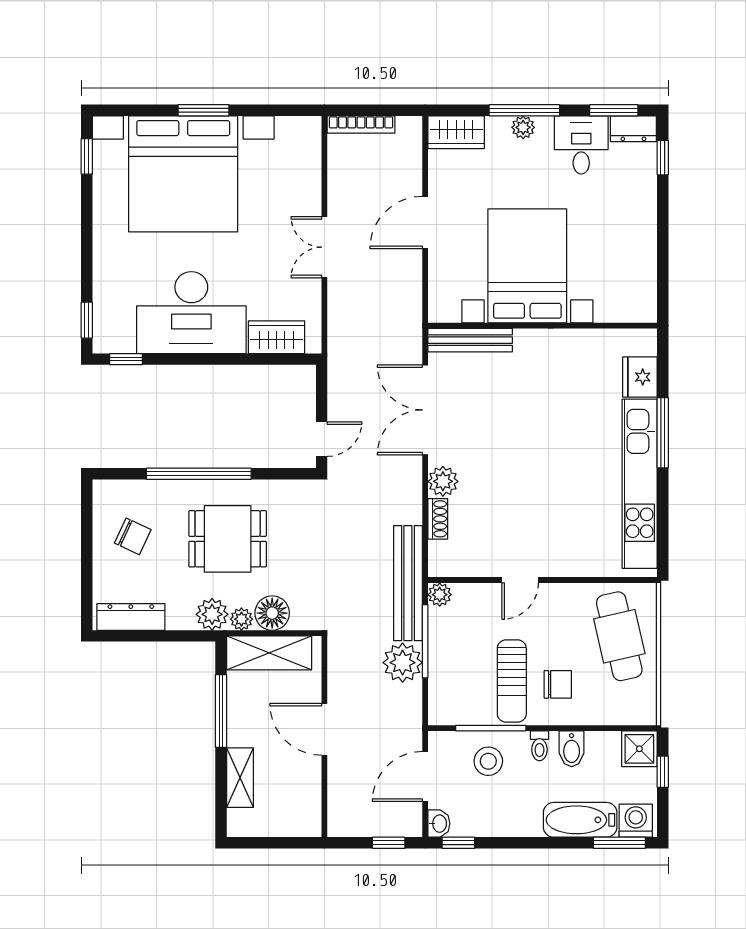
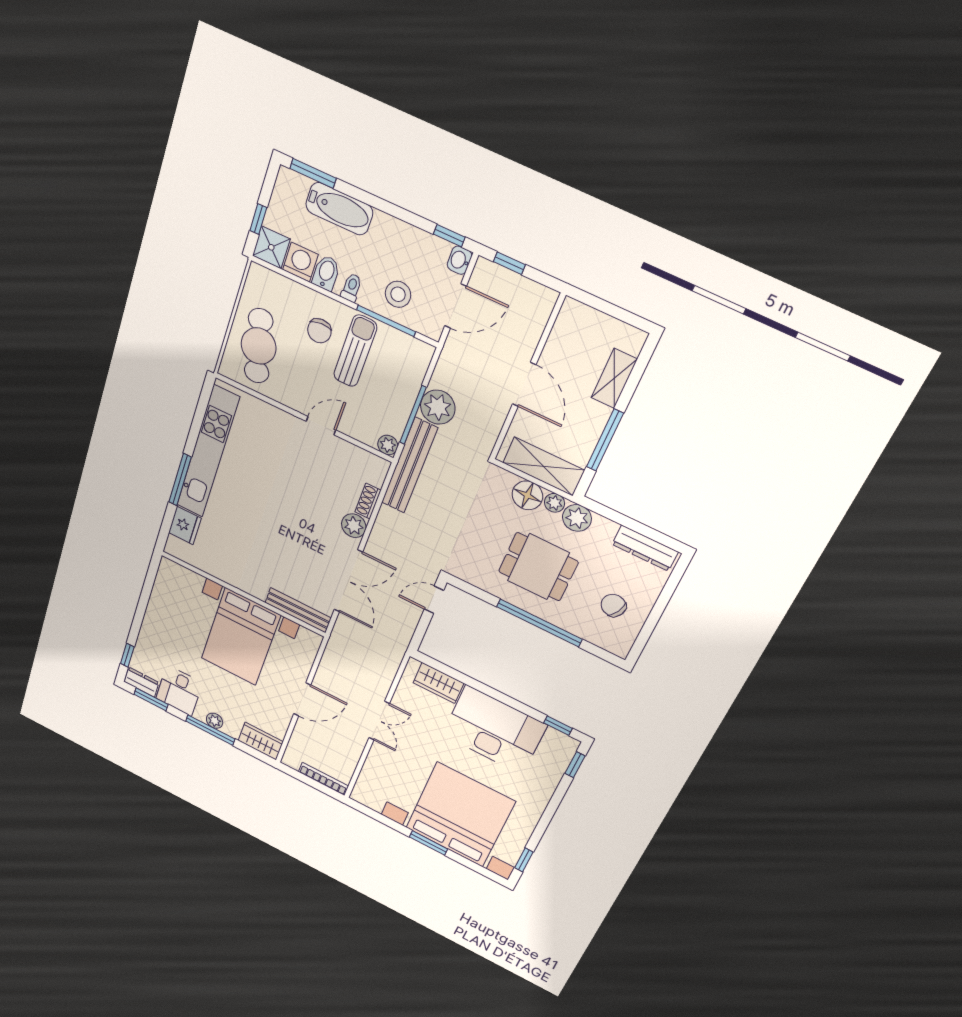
chair: (558, 684) -> (319, 331), turned -94
washing machine: (636, 821) -> (300, 262), moved, turned 180

